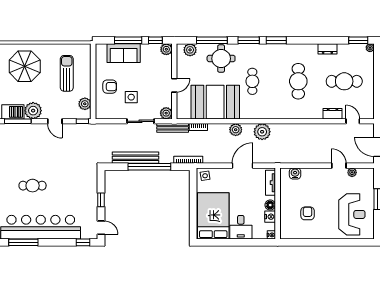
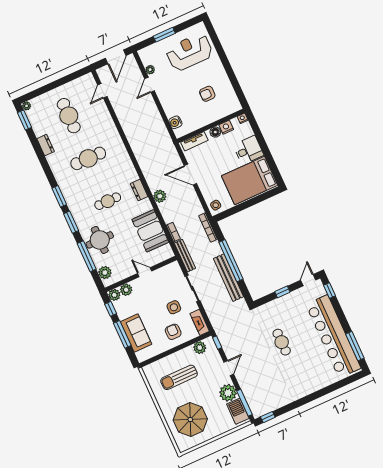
booth: (215, 102) -> (150, 231), width x0.73, depth x0.70
plant: (166, 113) -> (126, 290), moved
fireplace: (107, 114) -> (200, 322), added
dresser: (333, 114) -> (139, 190), moved
plant: (262, 132) -> (151, 171), removed
cafe table: (33, 186) -> (282, 342), moved

